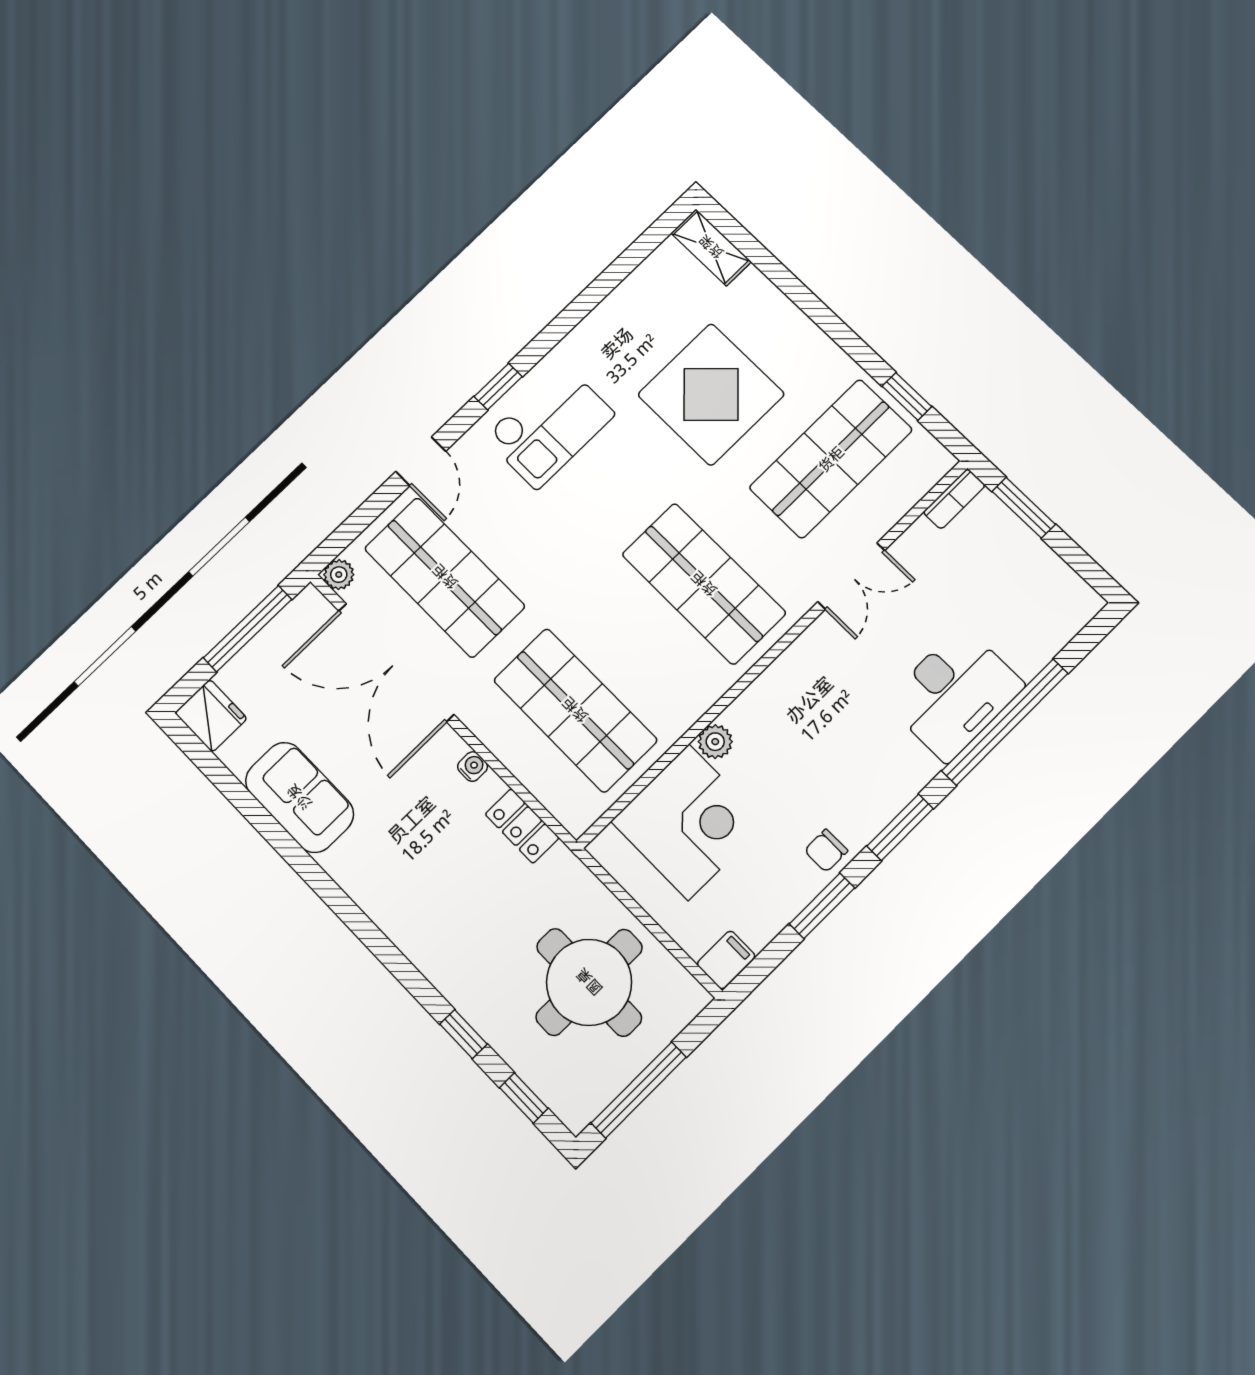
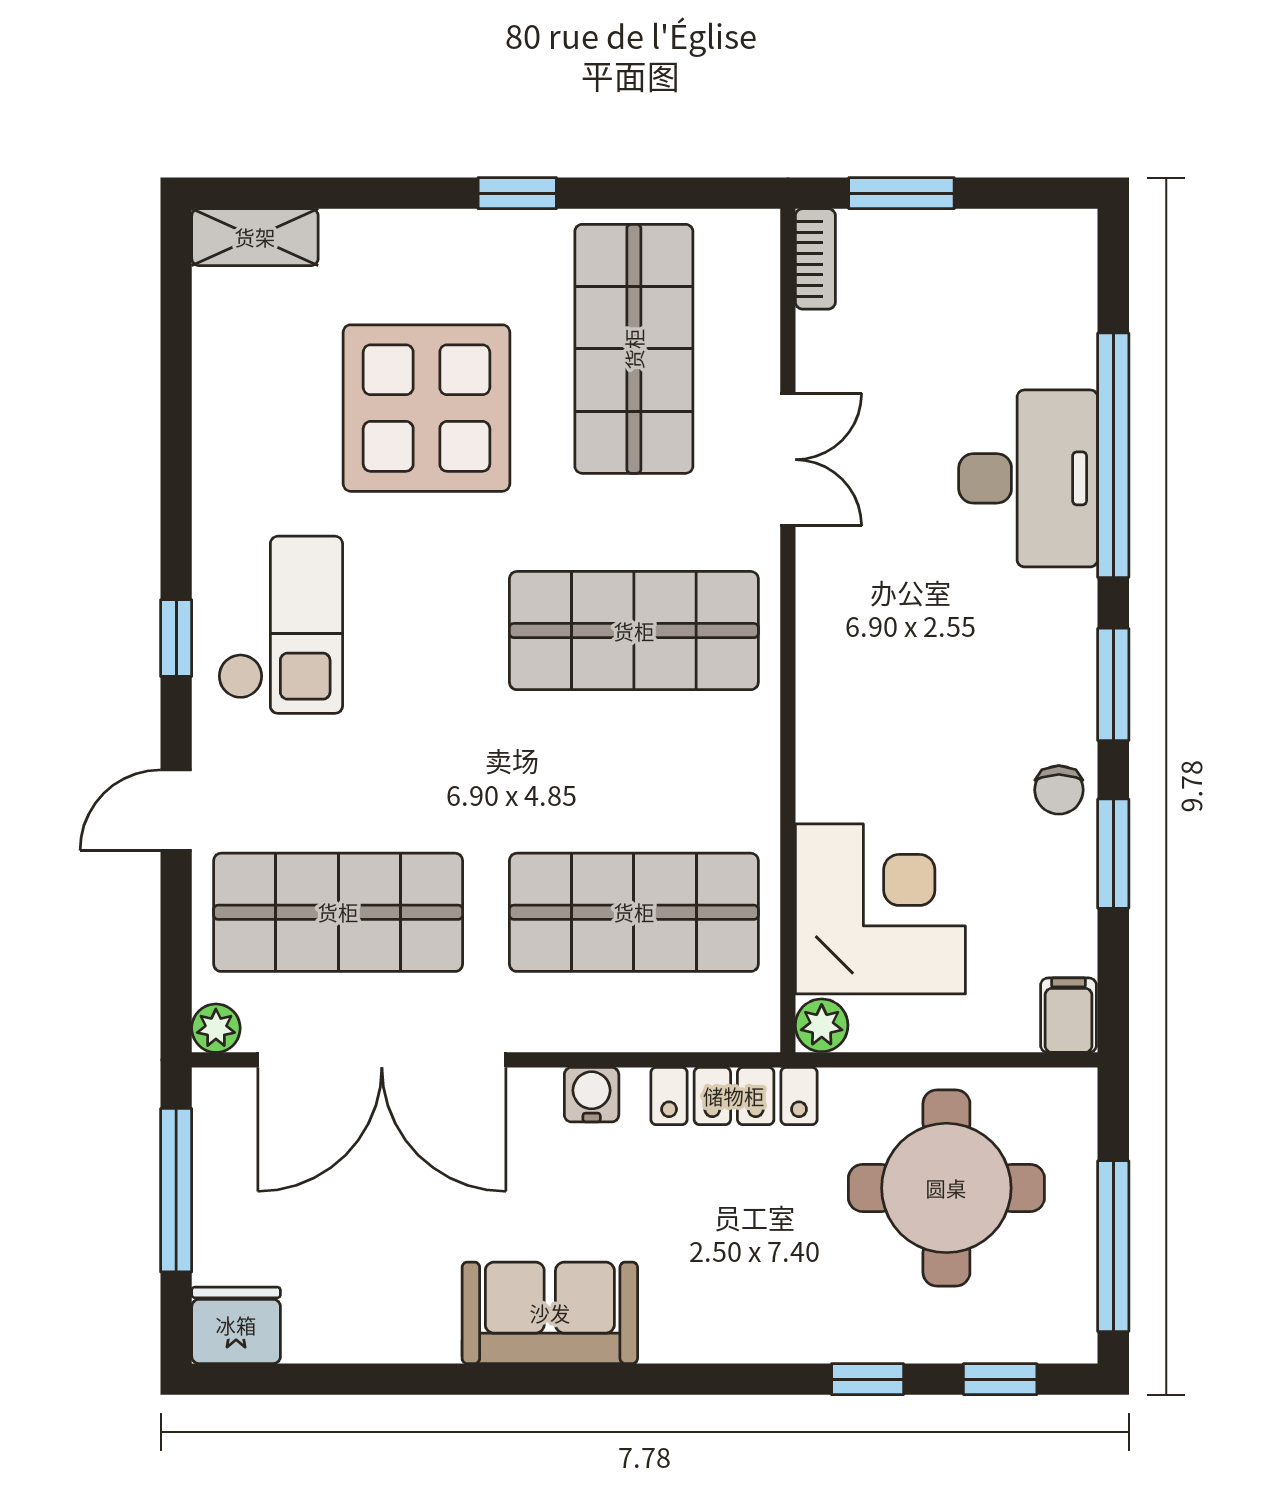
window: (907, 396) -> (517, 193), moved
door: (421, 461) -> (176, 810), swing flipped
plant: (715, 742) -> (822, 1025), moved
water cooler: (473, 767) -> (592, 1095), width x1.38, depth x1.38
sofa: (299, 797) -> (550, 1313), moved
locker: (522, 826) -> (734, 1096), width x1.53

